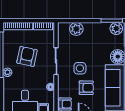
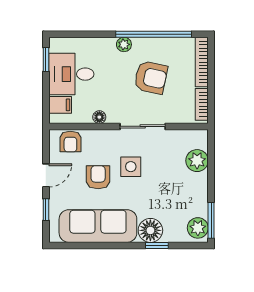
armchair: (86, 88) -> (98, 177), turned 180

